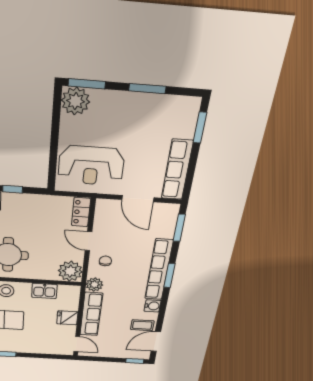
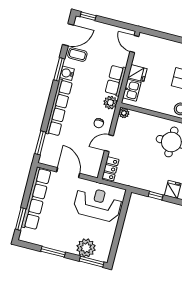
plant: (76, 101) -> (86, 248), moved
row of seats: (177, 170) -> (36, 199), width x1.36
door: (88, 241) -> (109, 143), swing flipped
plant: (70, 271) -> (124, 113), width x0.53, depth x0.53
window: (169, 275) -> (59, 69), moved
kitchen sink: (44, 291) -> (132, 90), moved, turned 90
row of seats: (91, 314) -> (116, 80), width x0.68

